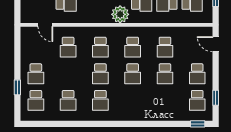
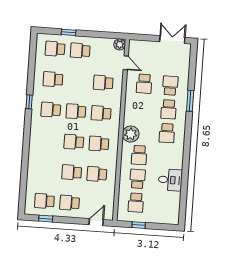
door: (45, 25) -> (126, 63), swing flipped
plant: (26, 33) -> (120, 44), added
window: (198, 124) -> (29, 102), moved

